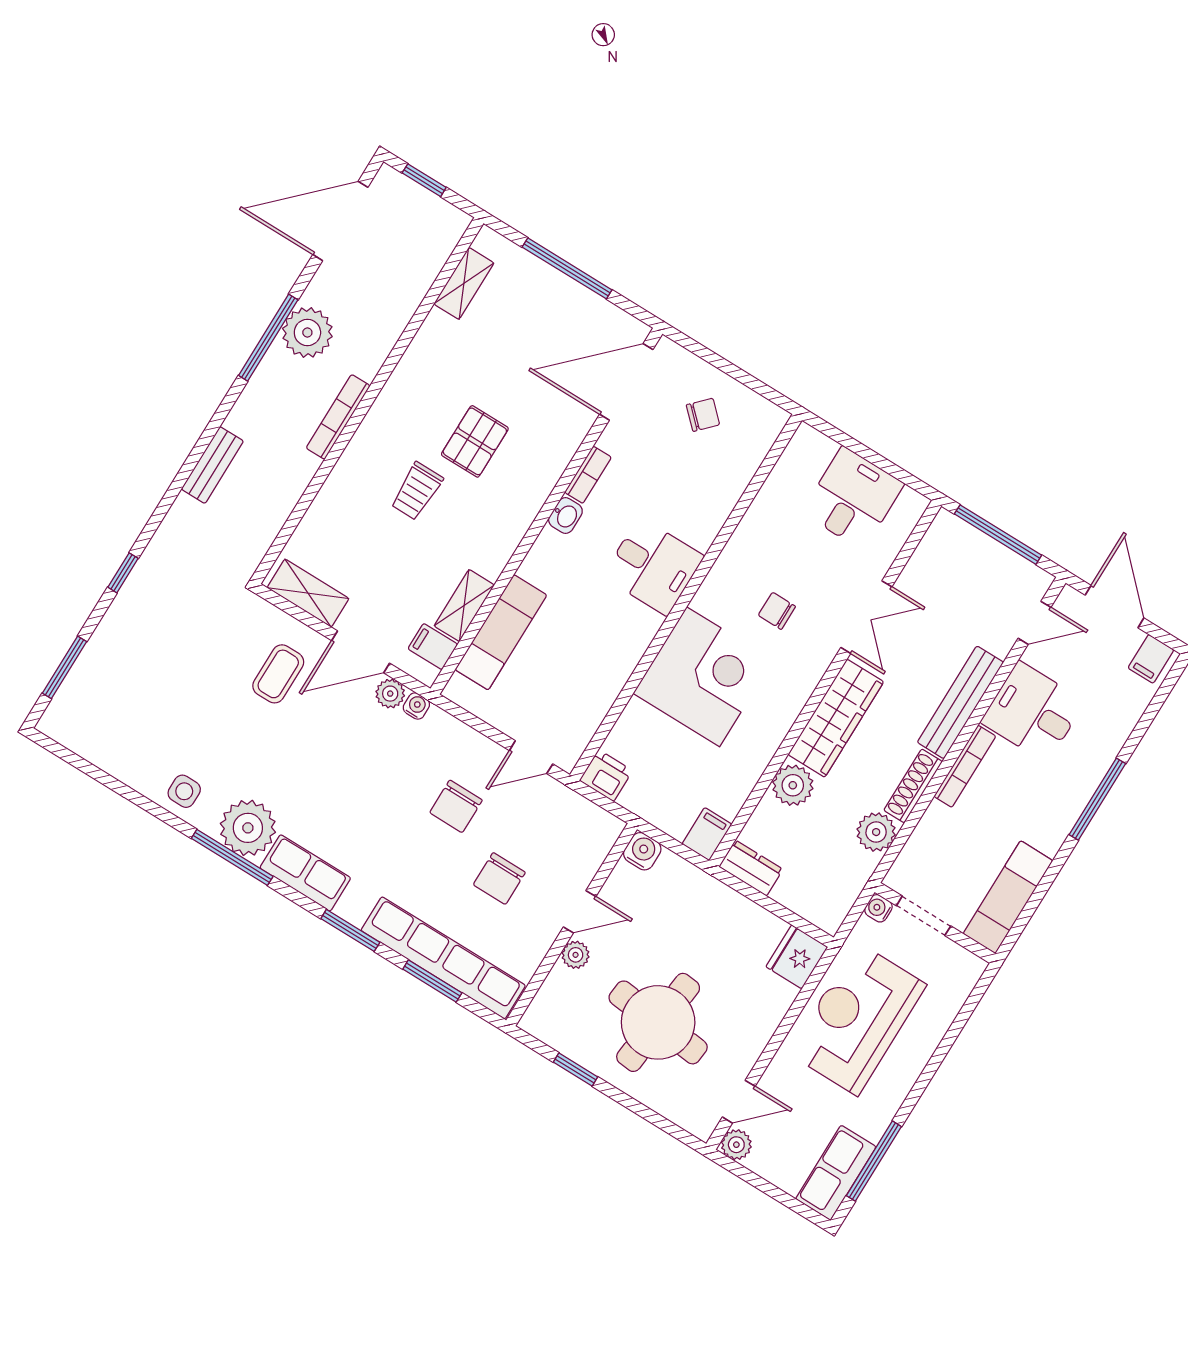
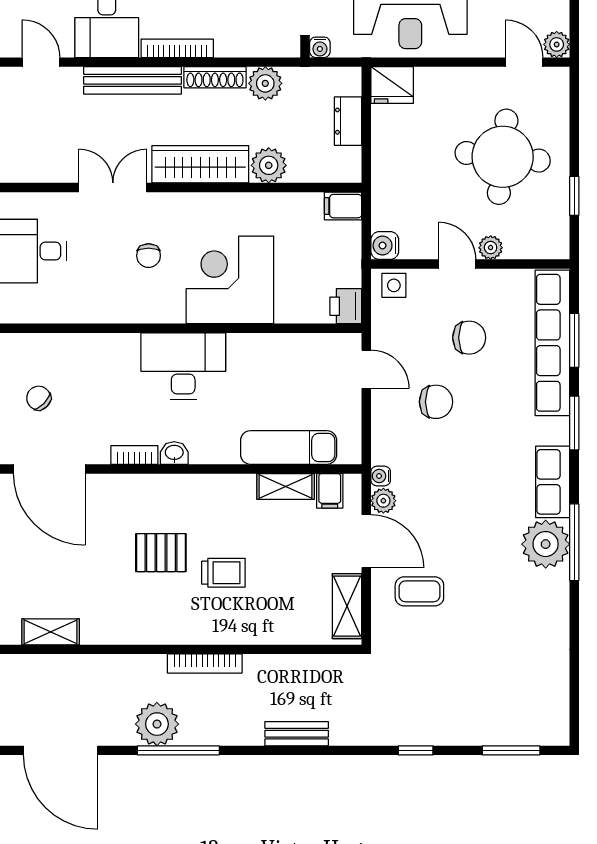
desk: (653, 566) -> (183, 366), width x1.37
side table: (184, 791) -> (394, 285), moved
dresser: (751, 868) -> (348, 121), moved

